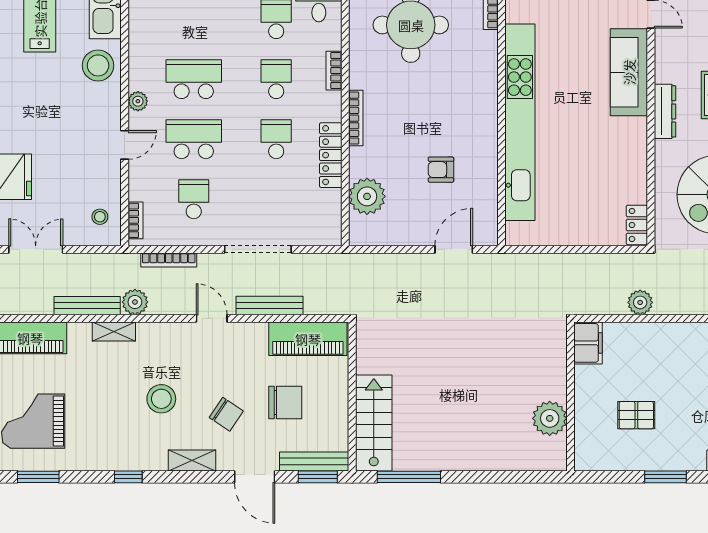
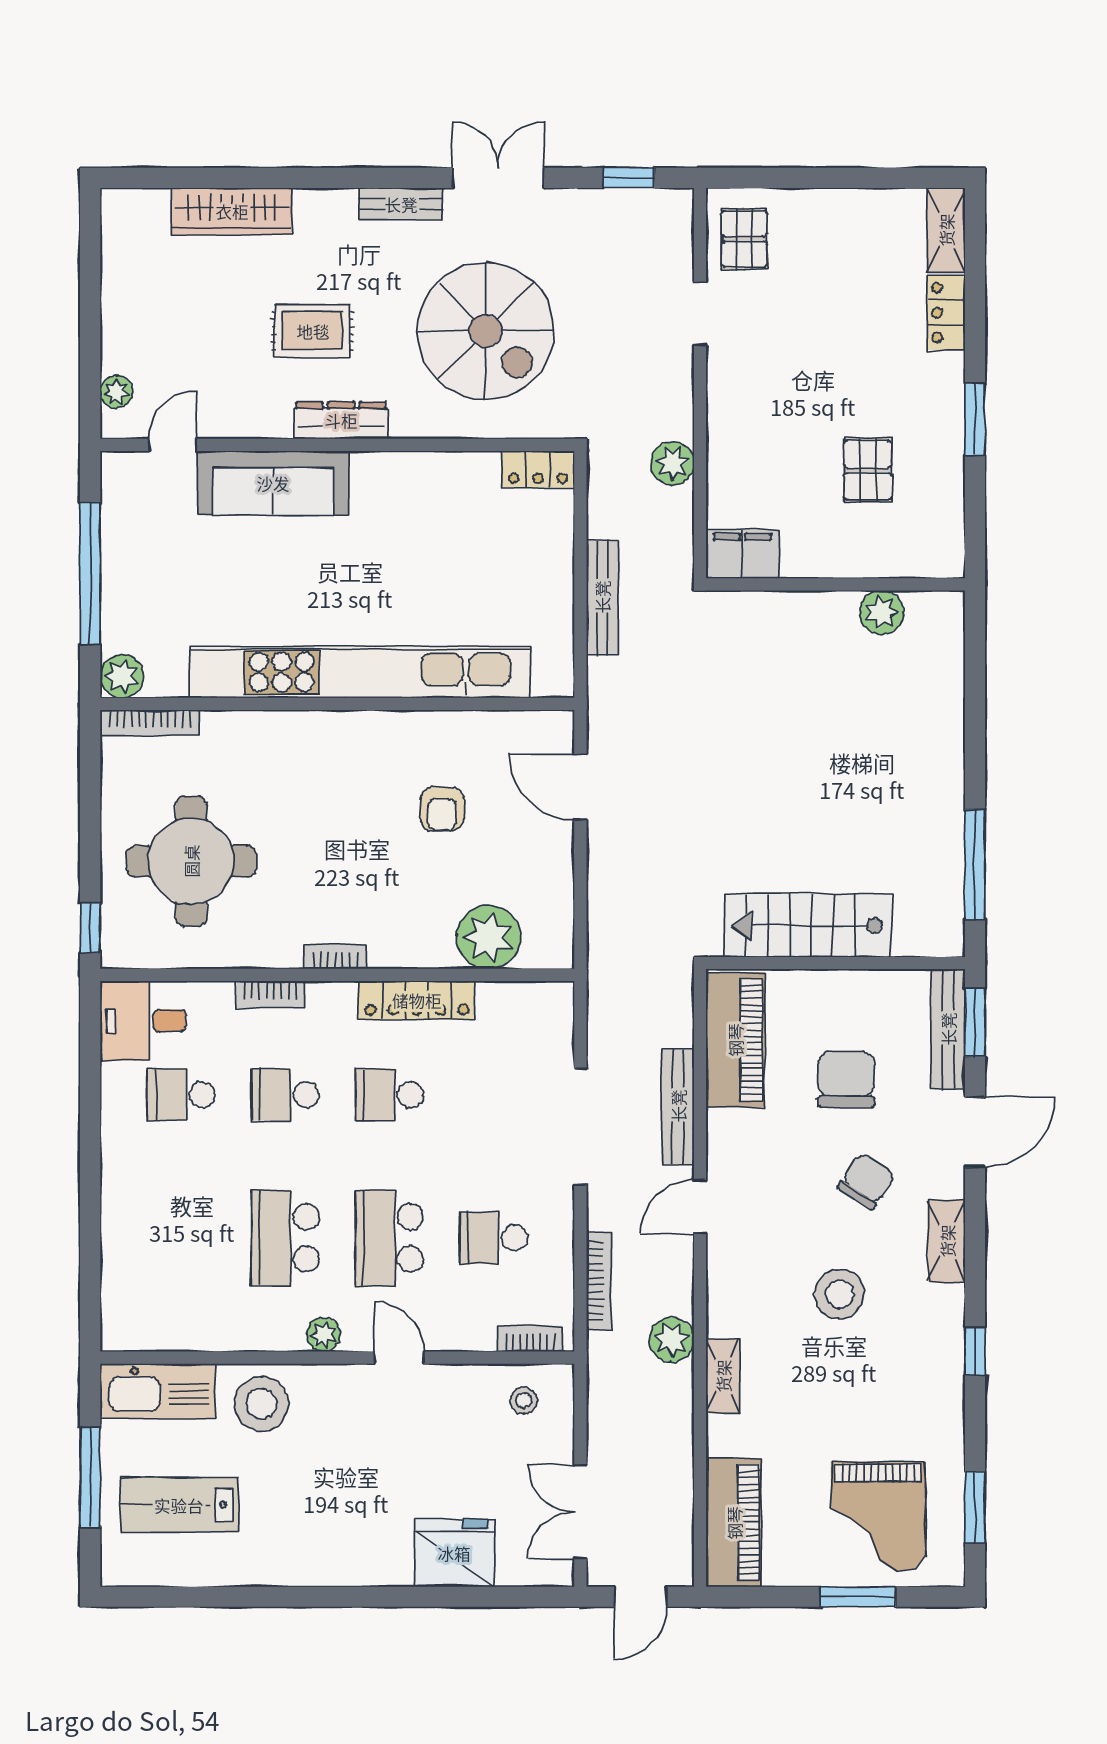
bookcase: (356, 118) -> (335, 957), width x0.64
bench: (87, 306) -> (602, 597), moved
plant: (550, 418) -> (882, 612), width x0.73, depth x0.73
stairs: (374, 423) -> (808, 925), moved

